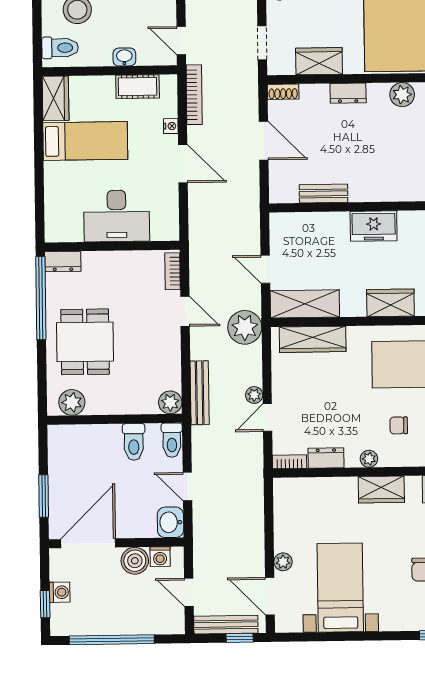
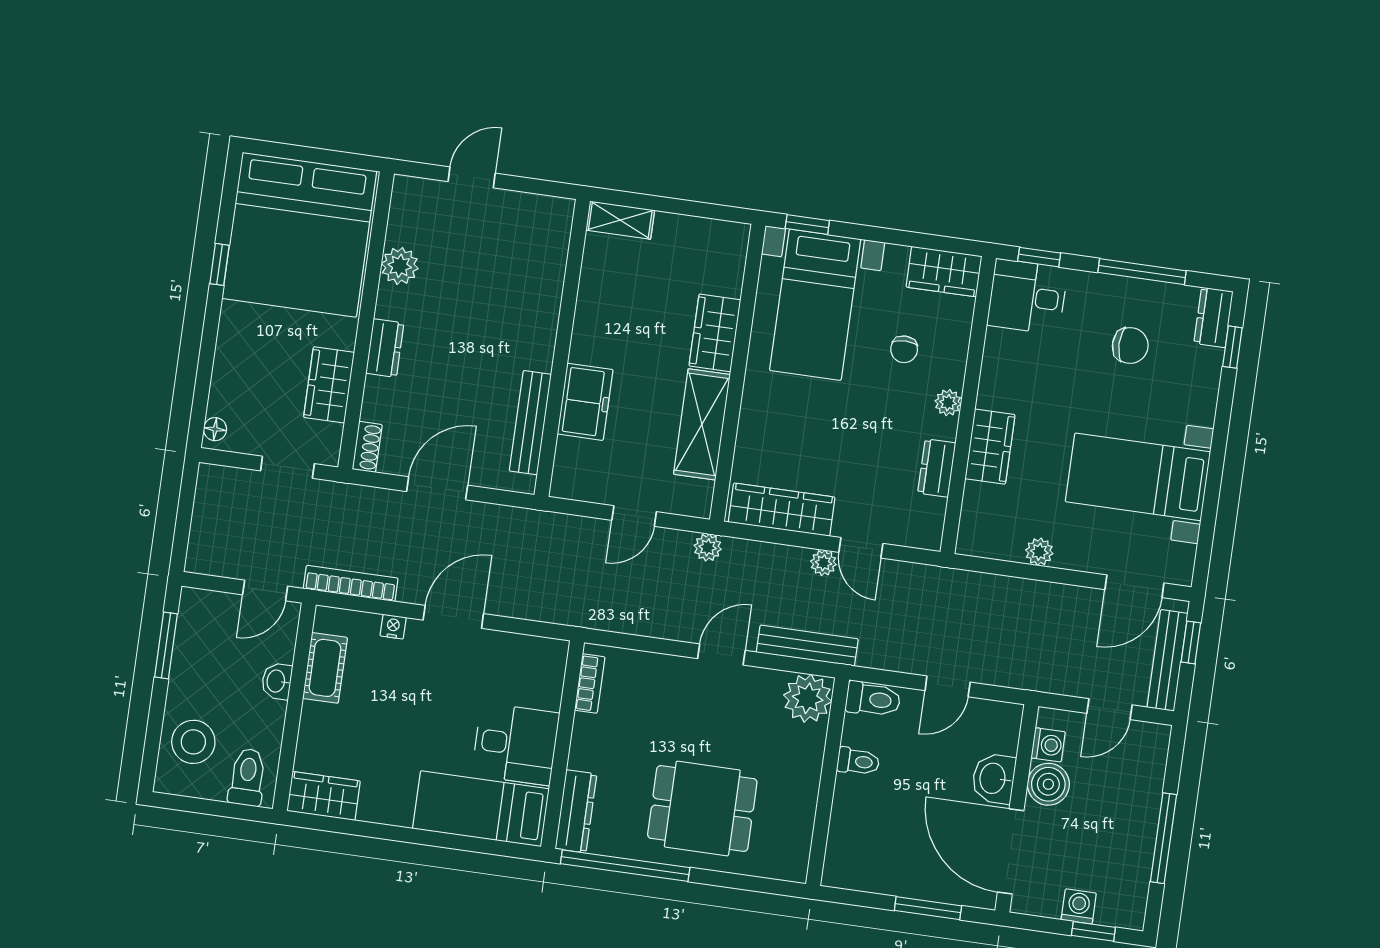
bed: (85, 141) -> (481, 809), moved, turned -90
bench: (324, 193) -> (530, 423), width x1.36
desk: (117, 216) -> (516, 744), width x0.73
freezer: (374, 226) -> (585, 402), moved
dresser: (63, 261) -> (576, 811), width x1.44
bookcase: (173, 271) -> (590, 684), moved, turned -90
shelving: (305, 304) -> (702, 424), moved
door: (185, 311) -> (721, 655), moved
plant: (245, 327) -> (708, 547), width x0.53, depth x0.53
wardrobe: (313, 339) -> (782, 510), moved, turned -90
plant: (72, 402) -> (792, 843), removed
plant: (170, 402) -> (808, 698), width x1.36, depth x1.36
toilet: (134, 442) -> (858, 761), width x0.73, depth x0.72
bookcase: (289, 462) -> (934, 525), removed
wardrobe: (381, 489) -> (990, 447), moved
washbasin: (170, 522) -> (994, 778), moved, turned 90
plant: (283, 562) -> (1039, 552), moved
window: (112, 640) -> (1163, 838), width x0.68

